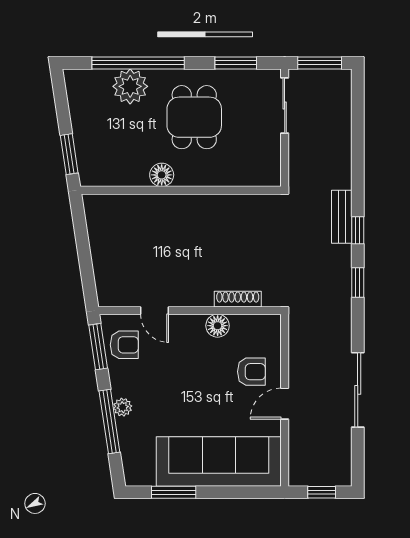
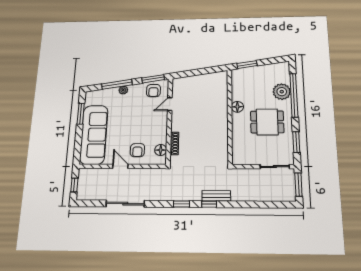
floor lamp: (218, 326) -> (161, 150), moved

